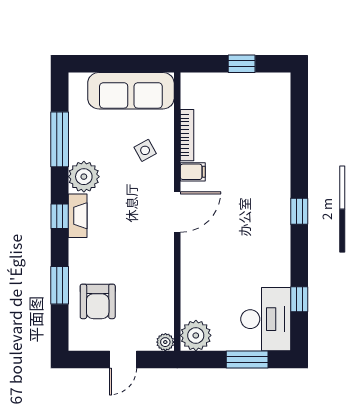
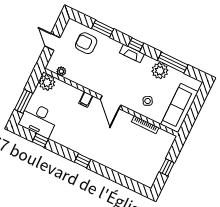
filing cabinet: (193, 172) -> (86, 99), moved
plant: (84, 177) -> (160, 71), moved
plant: (165, 342) -> (61, 71), moved

